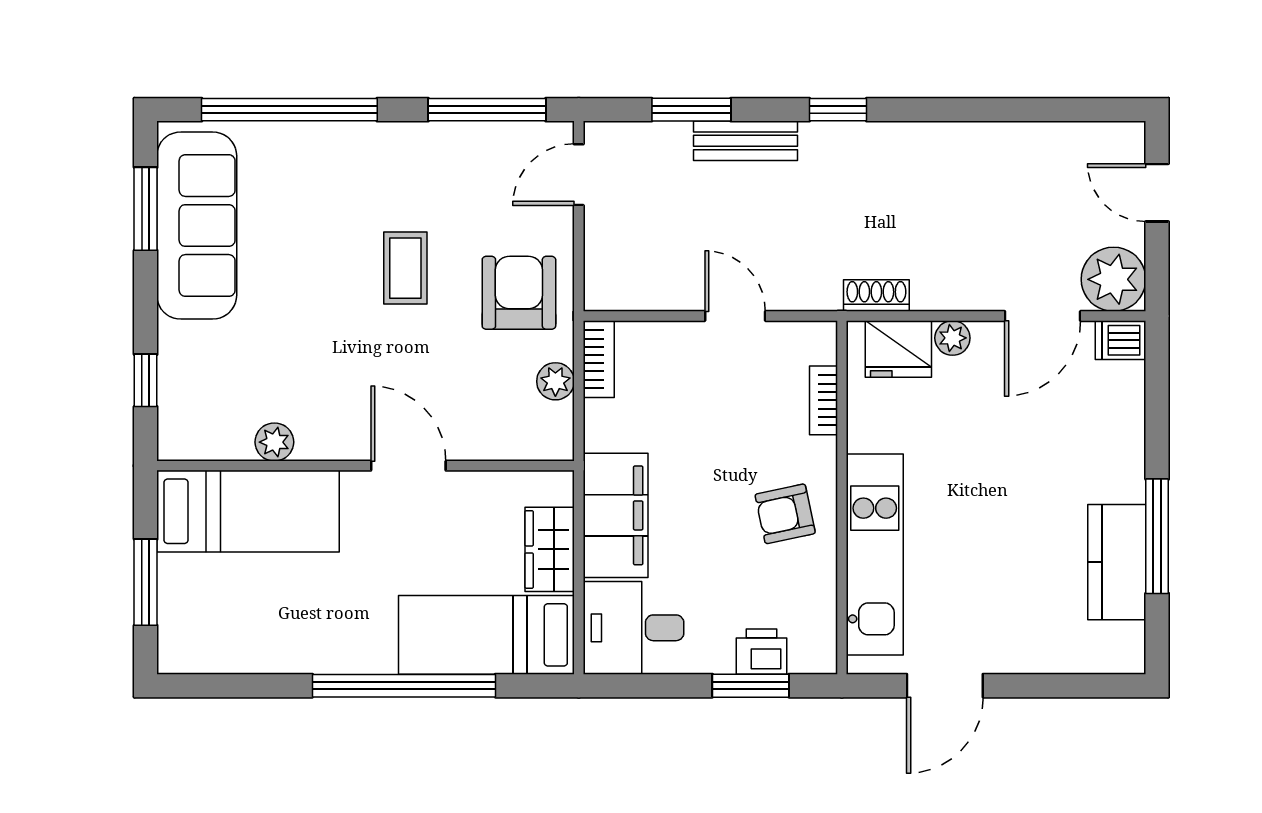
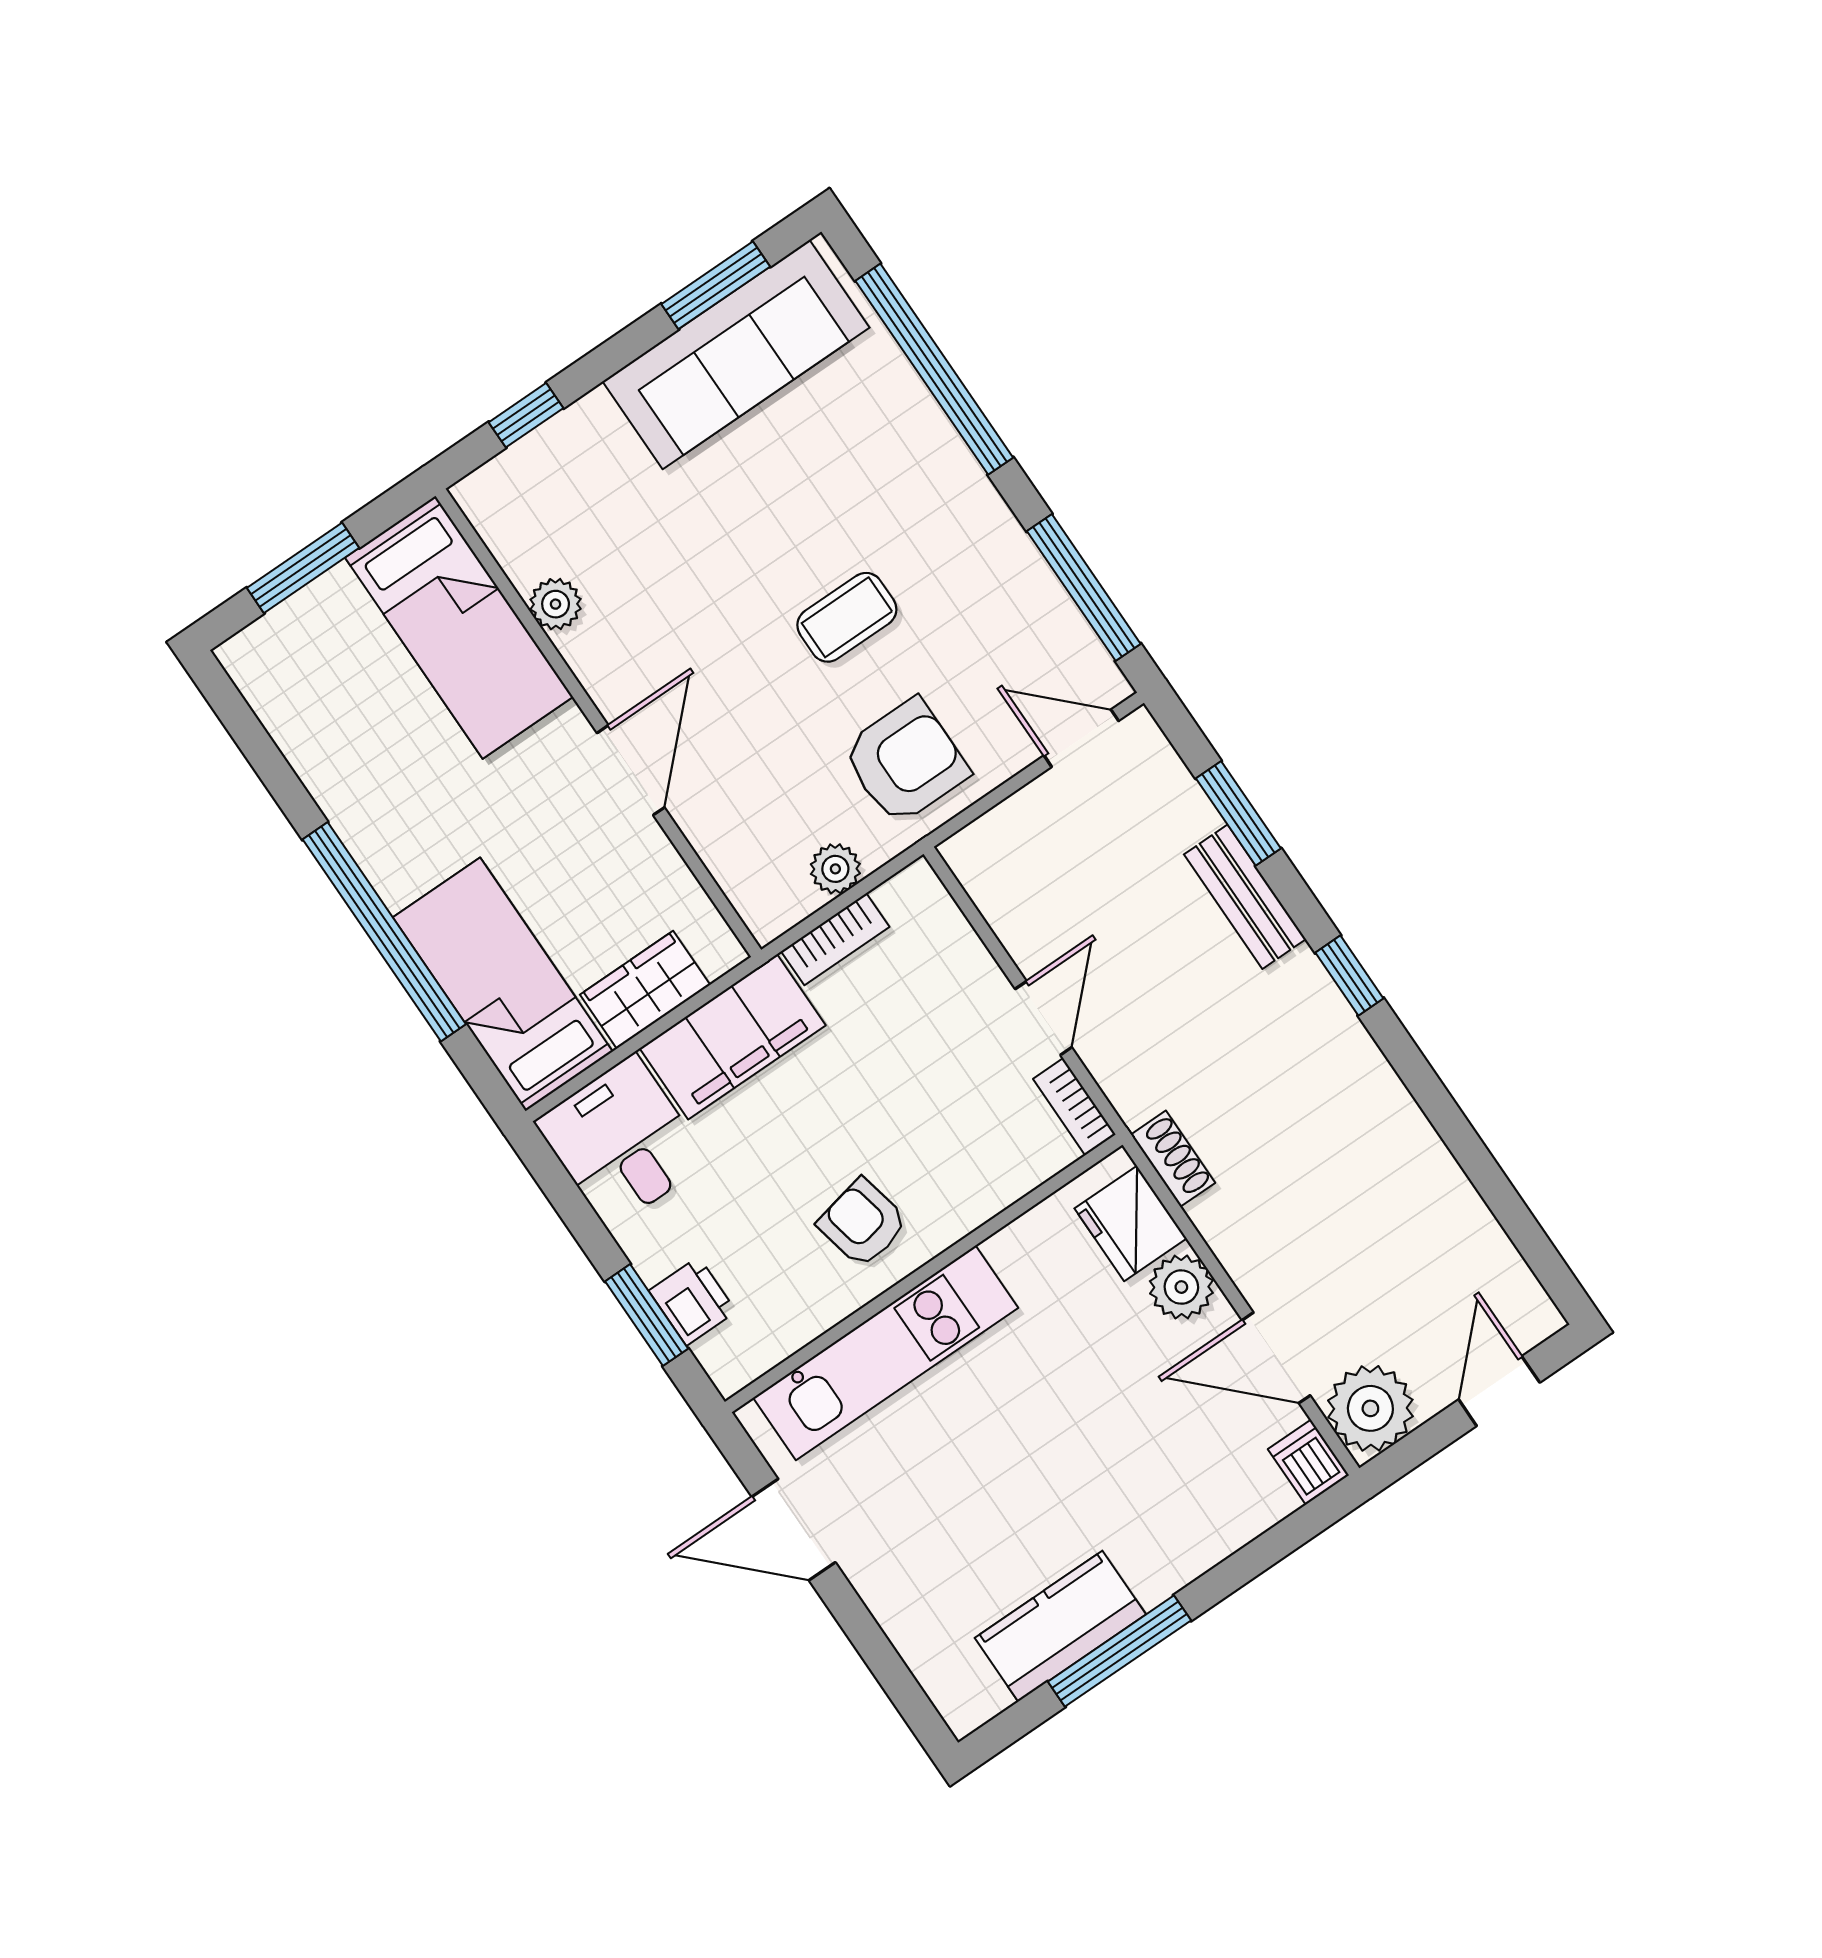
plant: (952, 338) -> (1181, 1287), width x1.38, depth x1.38
bookcase: (599, 359) -> (835, 939), moved
bookcase: (823, 400) -> (1074, 1107), moved, turned -90

